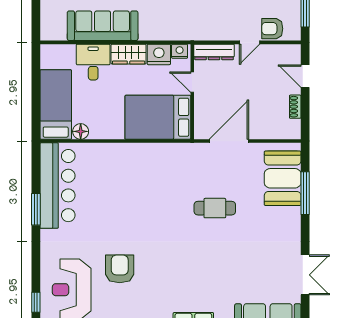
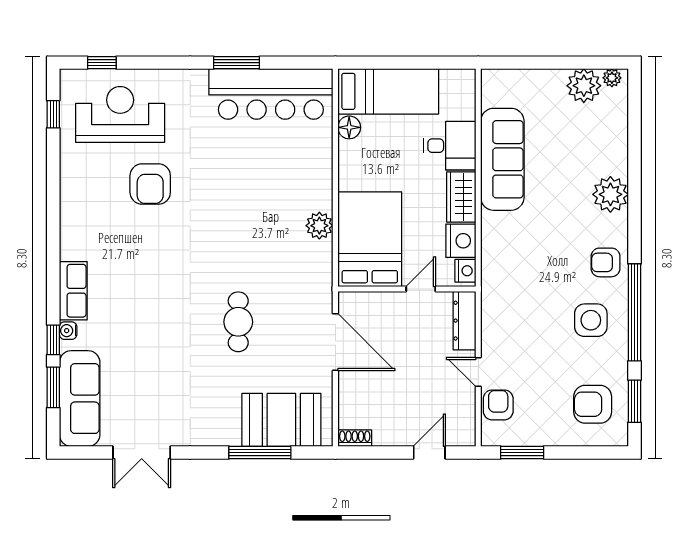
shoe rack: (295, 107) -> (355, 438), moved
plant: (148, 152) -> (319, 226), added
armchair: (120, 269) -> (150, 184), turned 90

